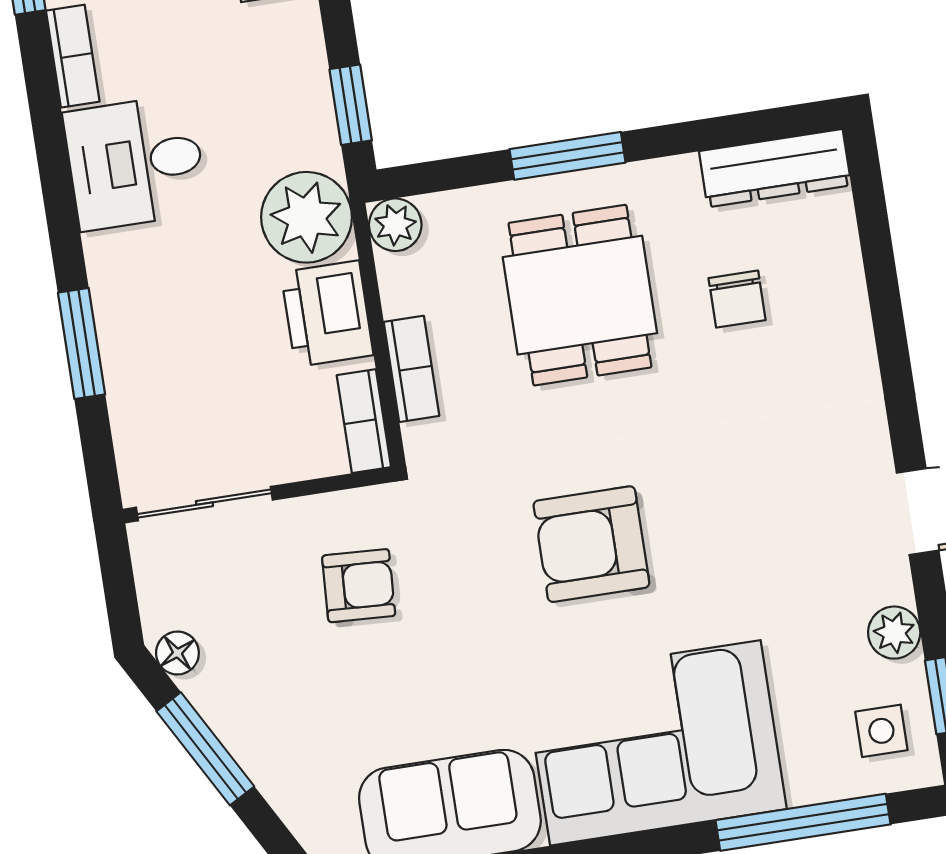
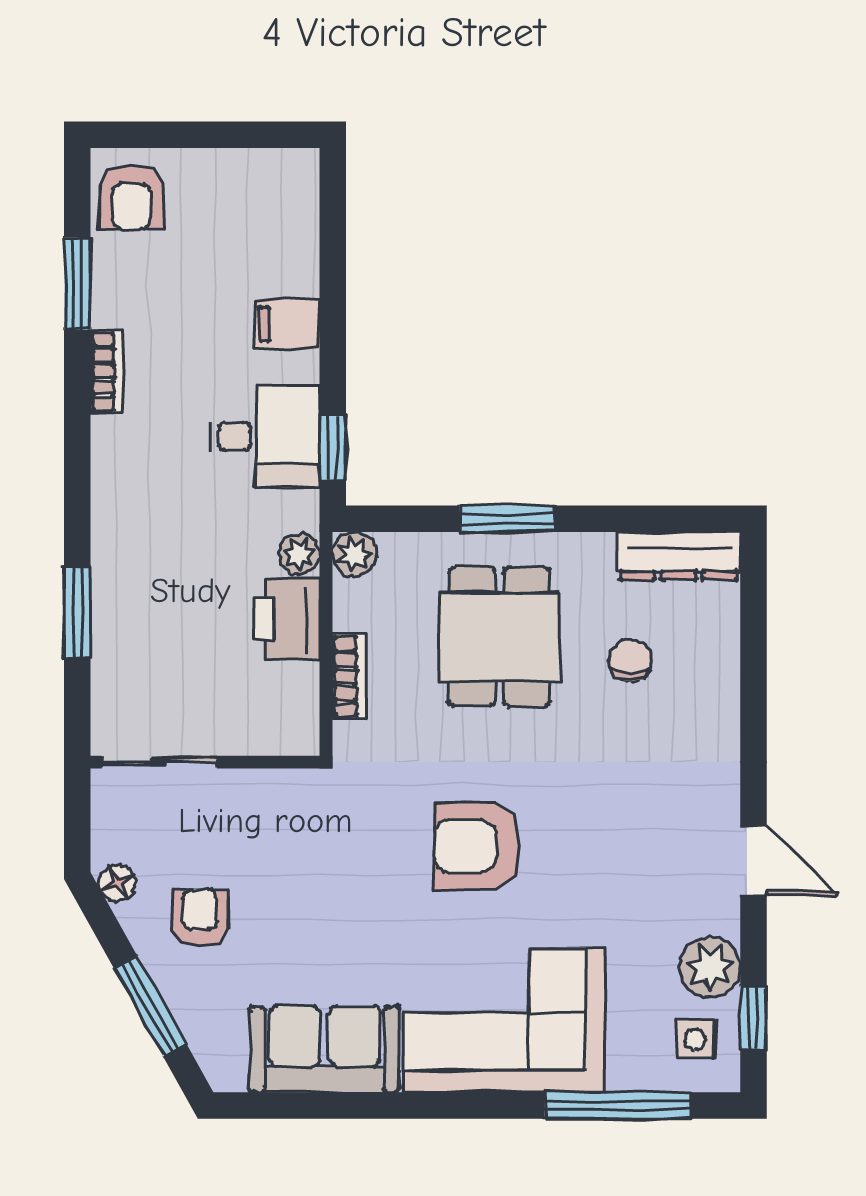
desk: (135, 162) -> (264, 436), moved, turned 180
plant: (307, 217) -> (299, 554), width x0.53, depth x0.53
chair: (737, 299) -> (630, 660), turned 180
bookcase: (364, 421) -> (303, 714), removed
armchair: (359, 586) -> (200, 918), moved, turned -93
plant: (894, 633) -> (710, 967), width x1.38, depth x1.38
window: (205, 749) -> (150, 1006), moved

